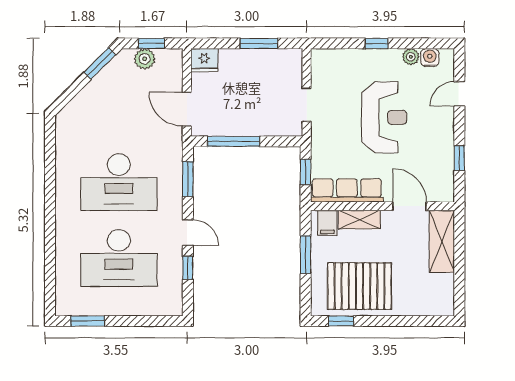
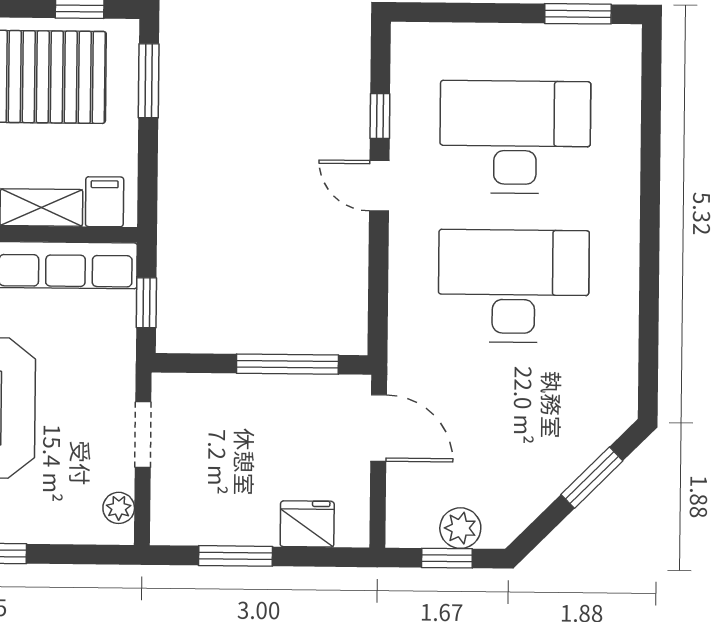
fridge: (204, 60) -> (307, 524), moved
window: (100, 63) -> (592, 478), moved
plant: (319, 67) -> (119, 508), added
window: (188, 179) -> (378, 291), removed
window: (306, 255) -> (149, 81), moved

